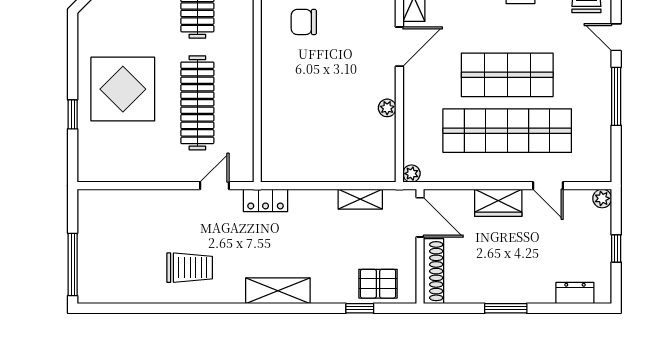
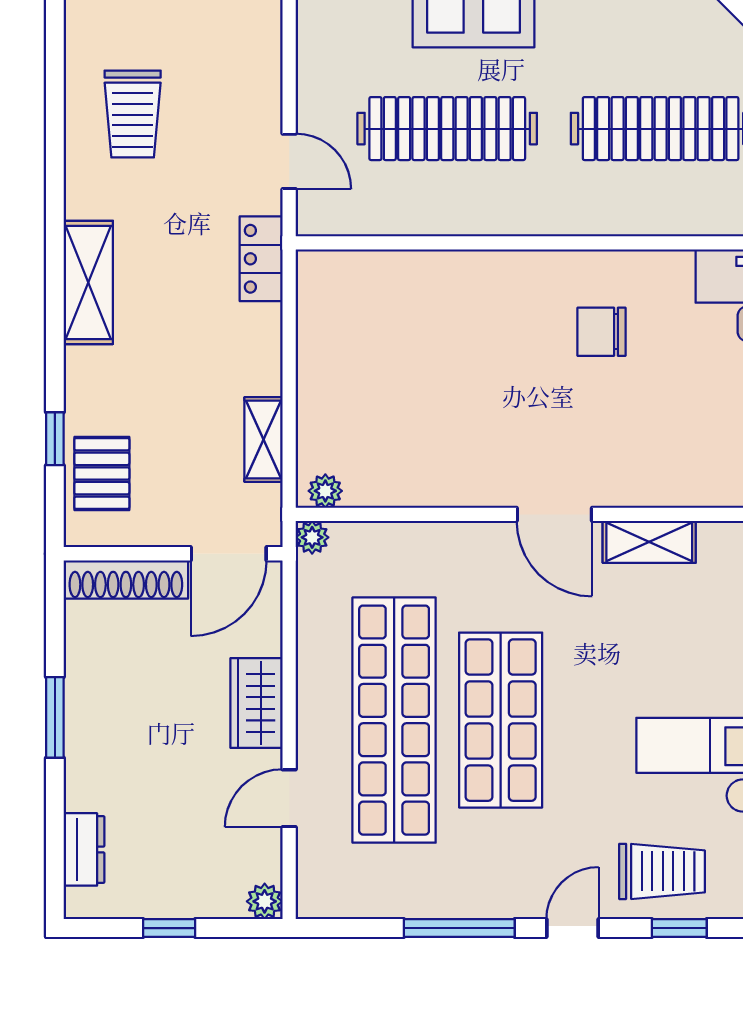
chair: (304, 22) -> (602, 332), turned -90
plant: (387, 108) -> (325, 491), moved

